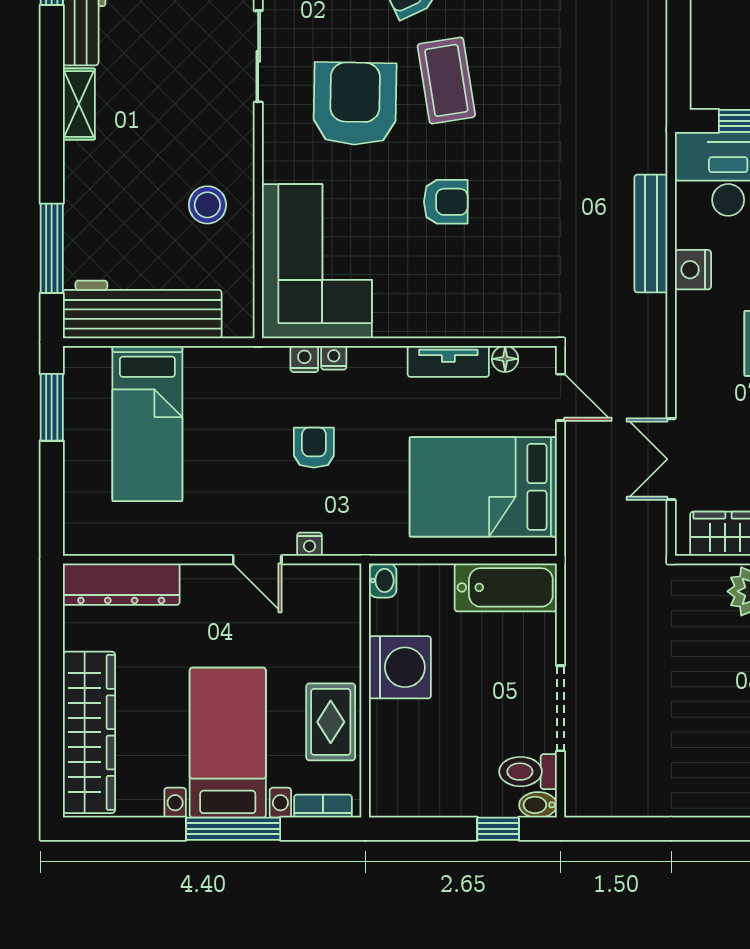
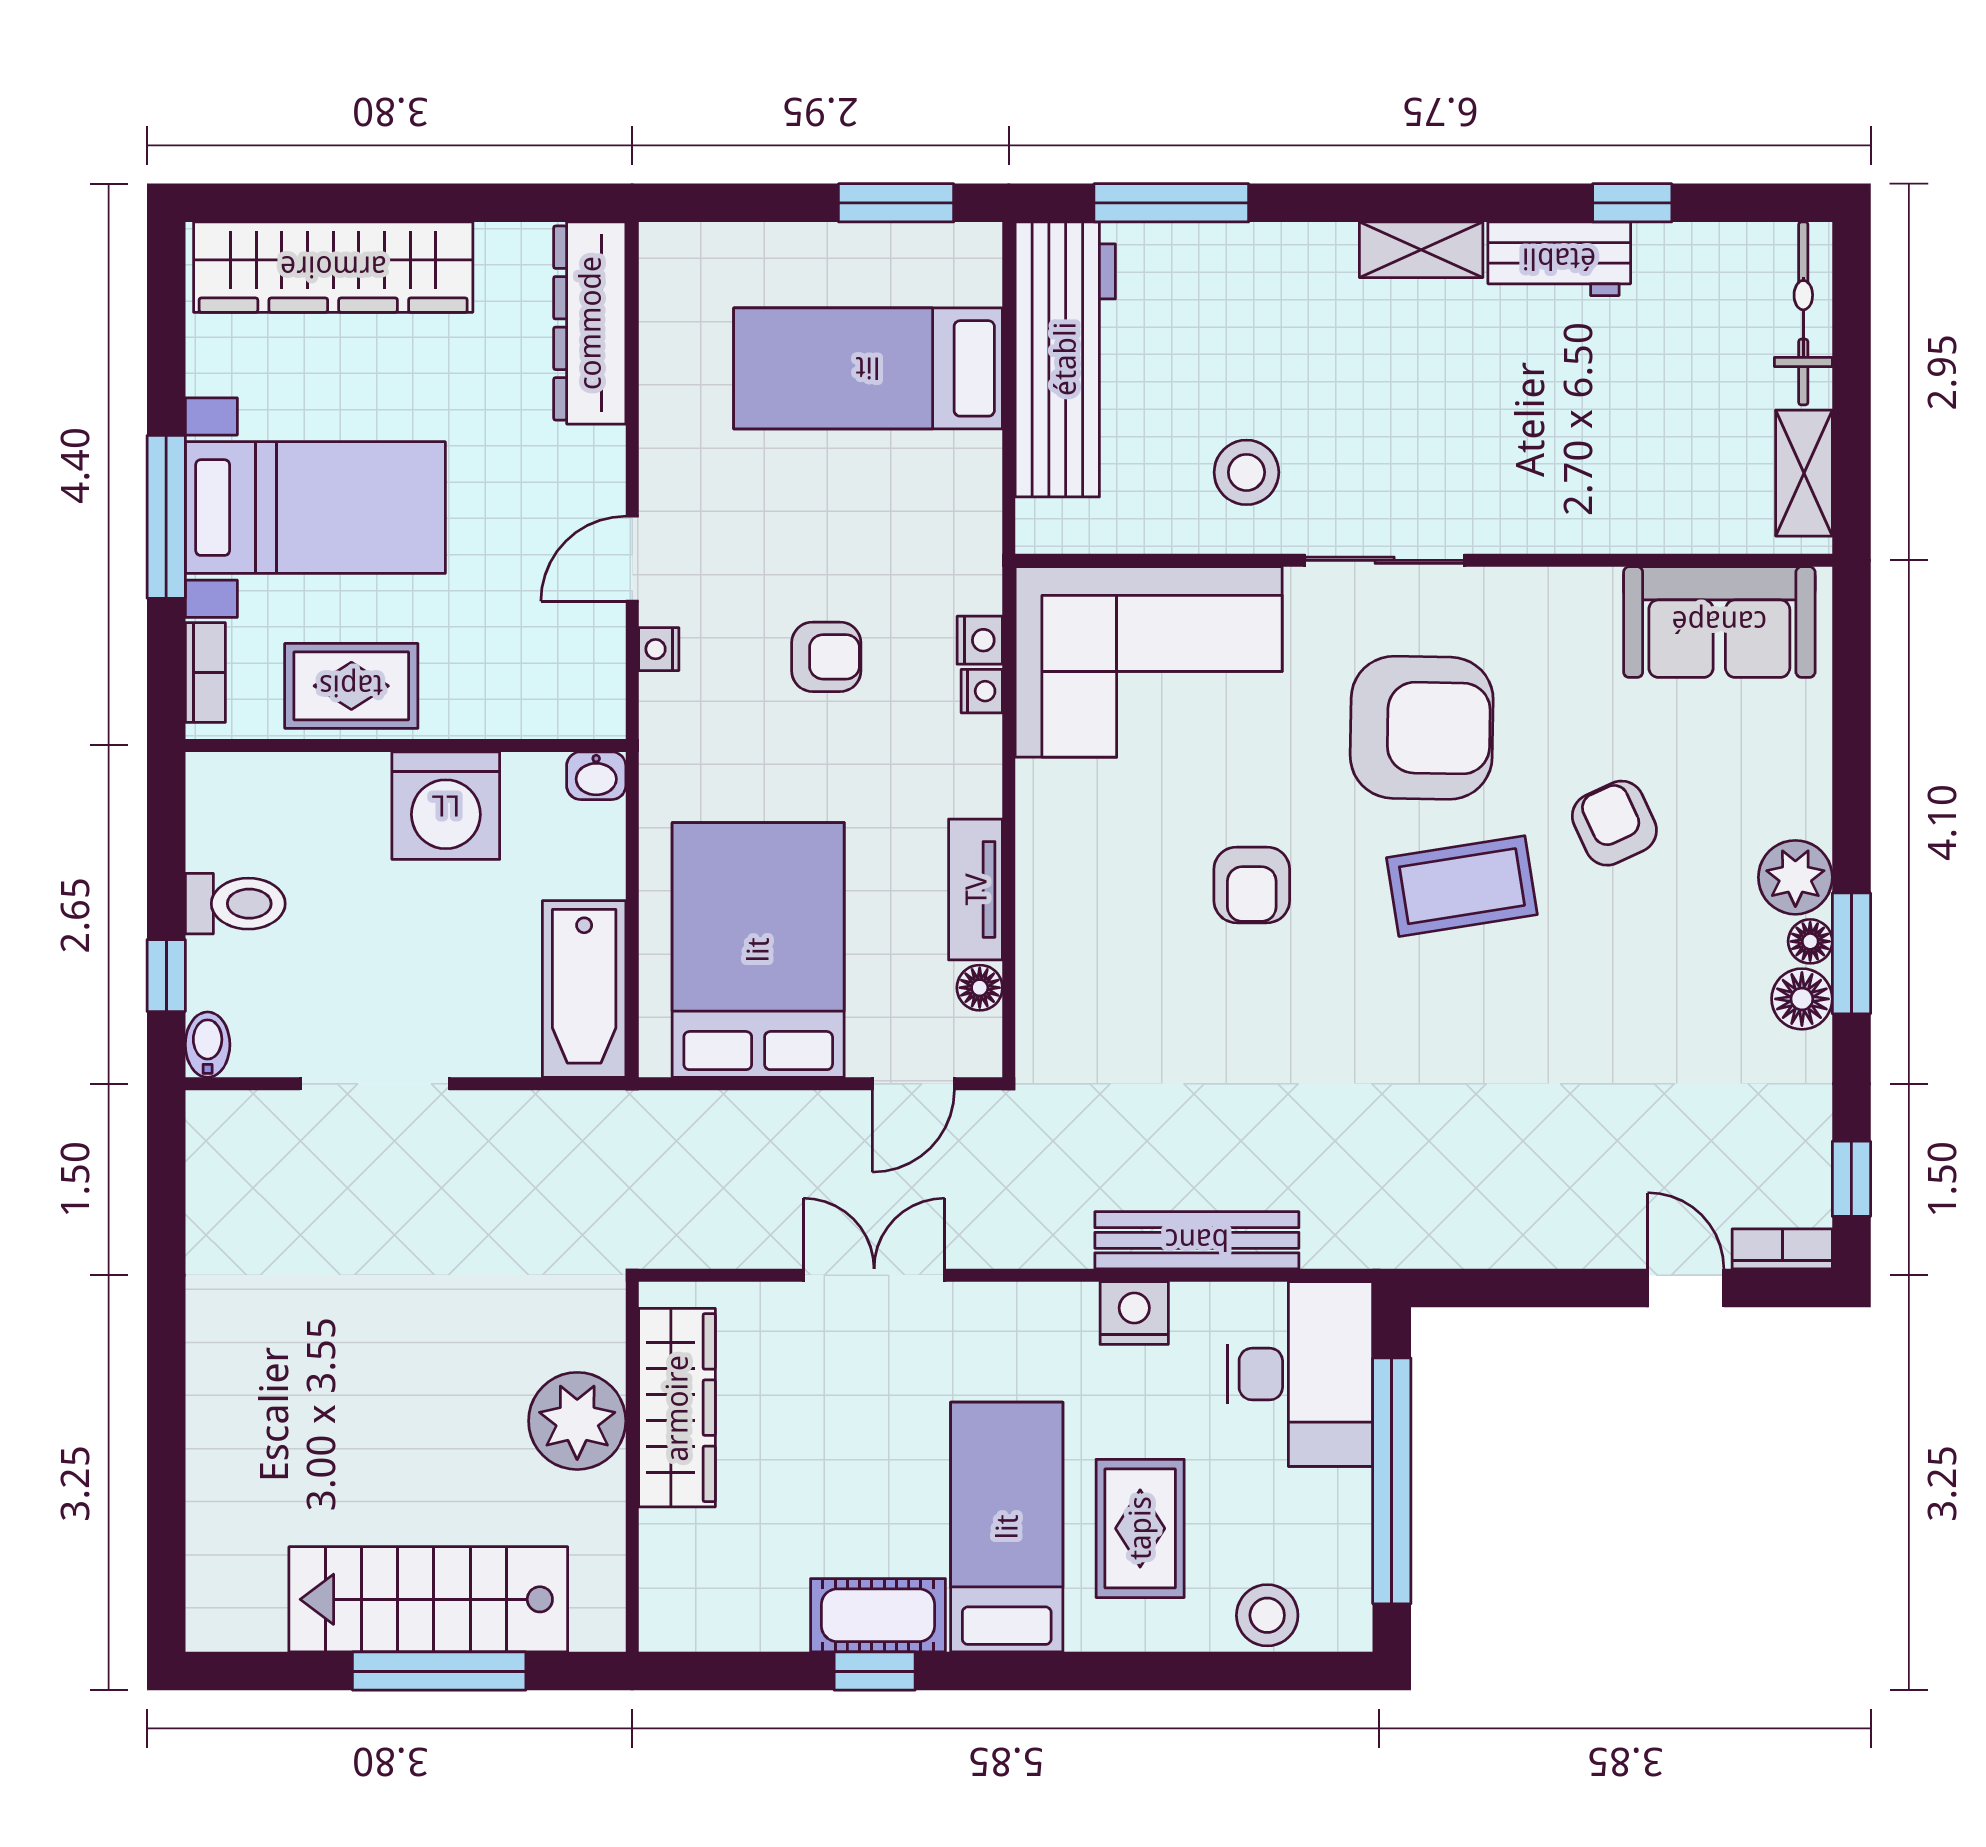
sliding door: (258, 56) -> (1385, 560), moved
double door: (671, 459) -> (874, 1275), moved
toilet: (528, 772) -> (235, 904), moved, turned 90

